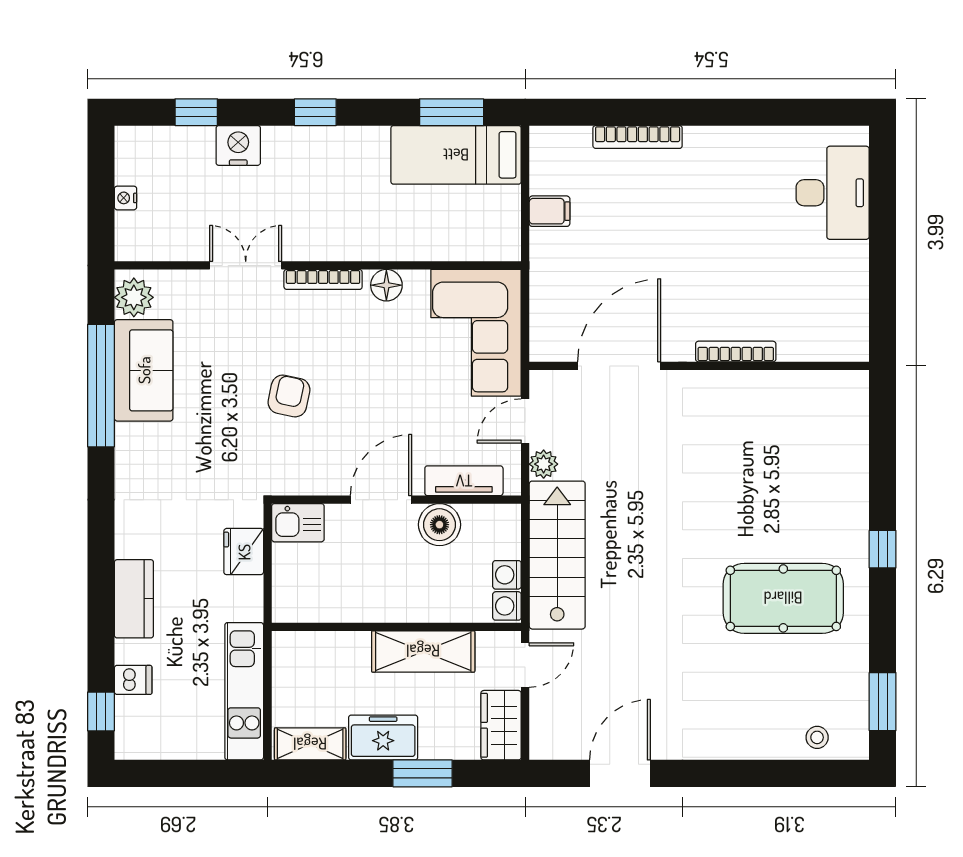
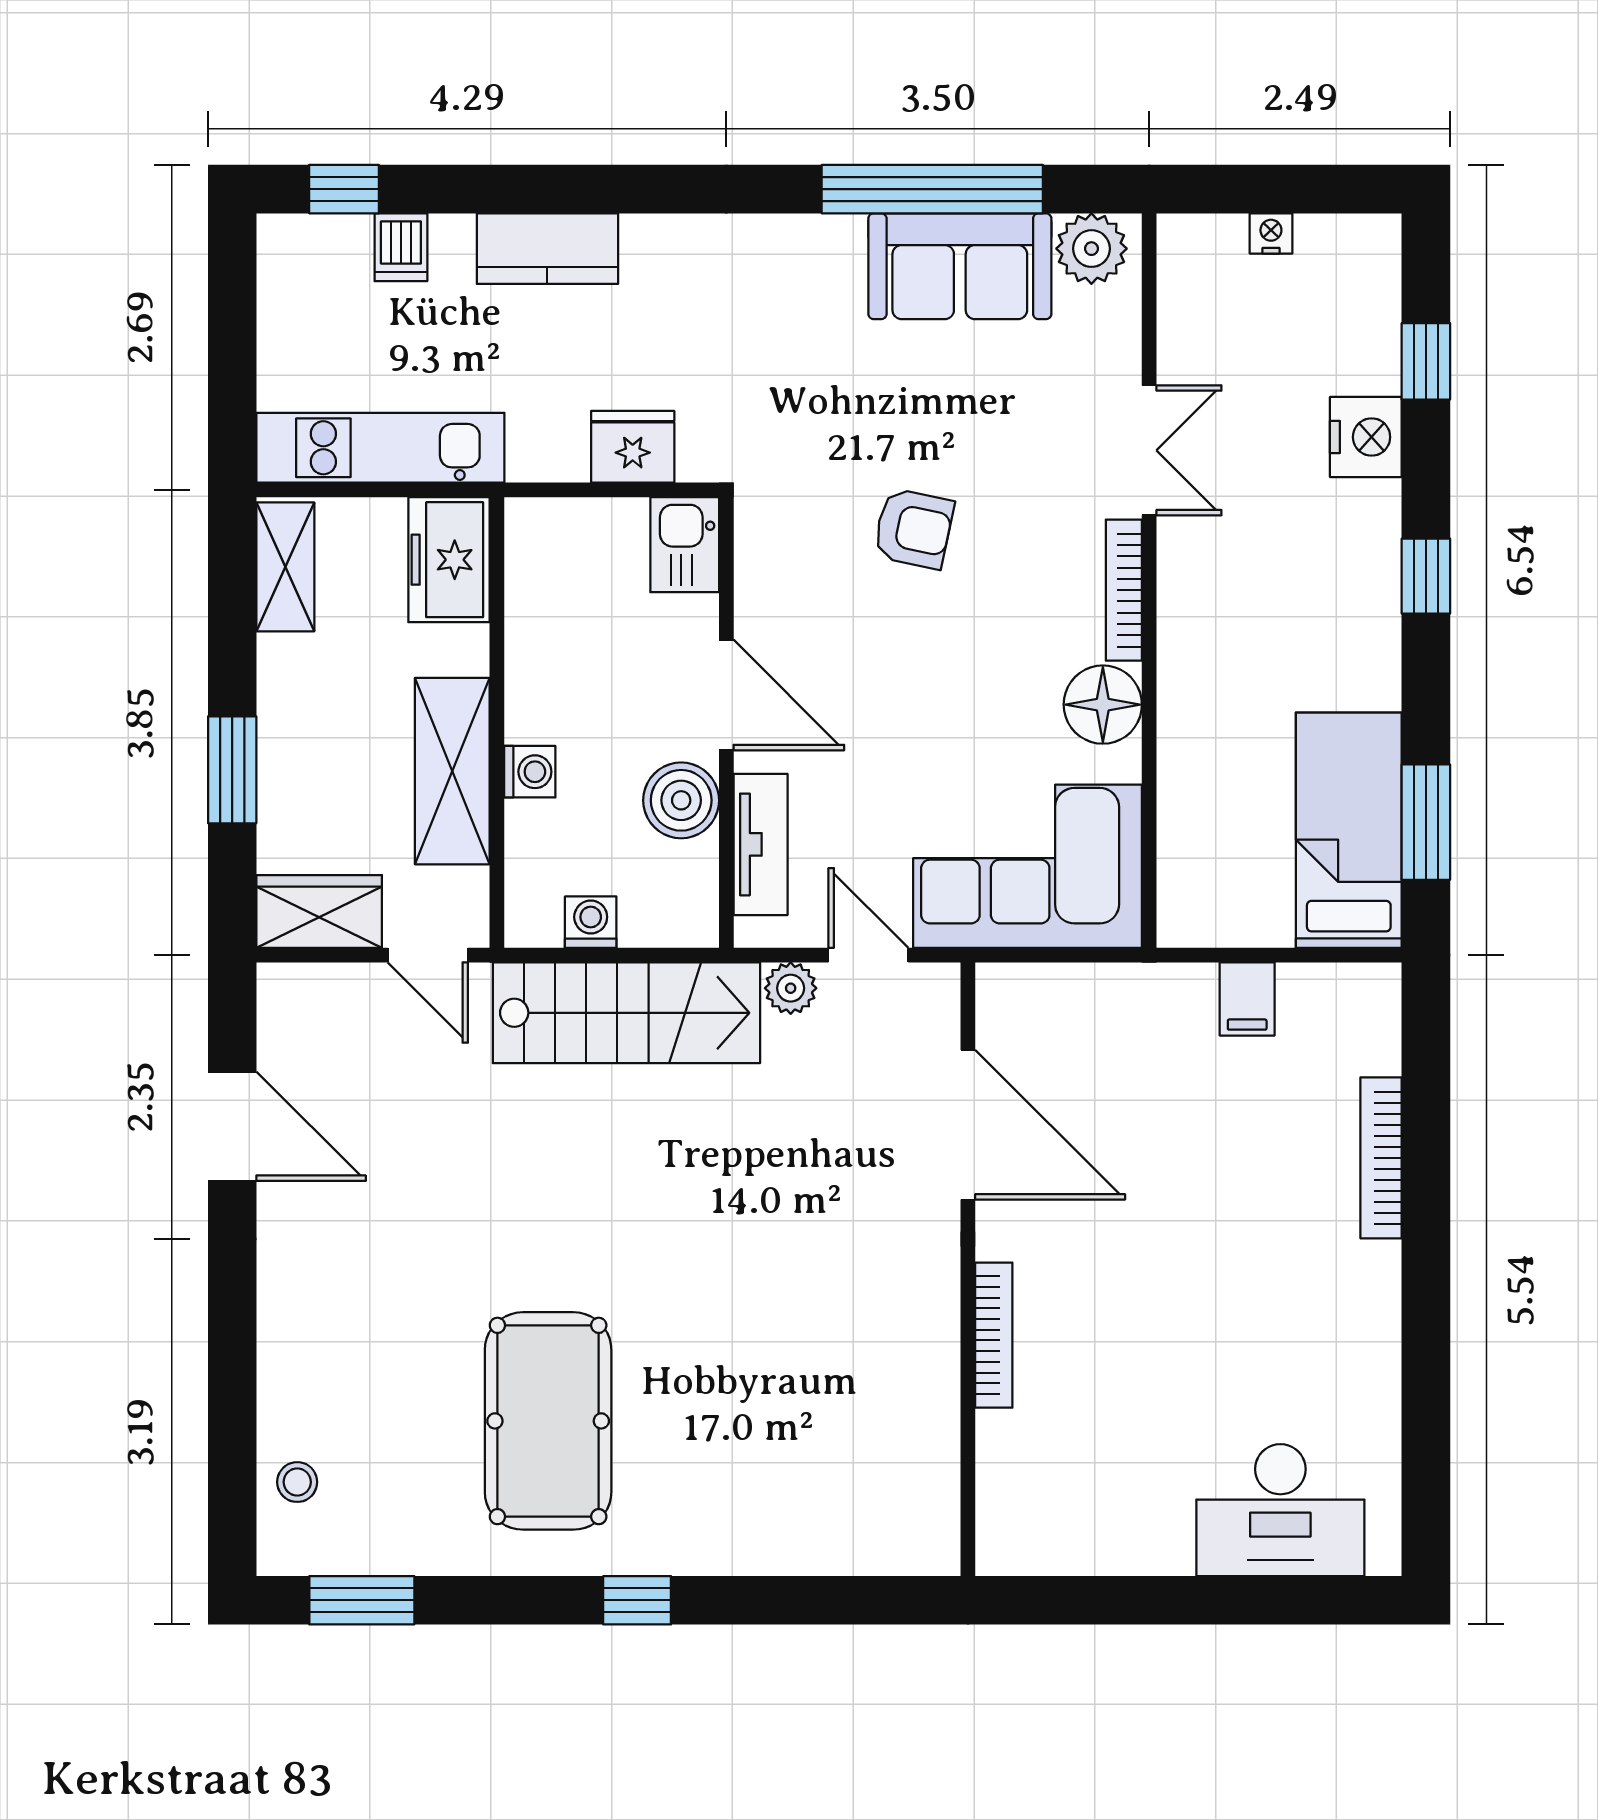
floor lamp: (386, 285) -> (1103, 705), width x1.38, depth x1.38
washing machine: (507, 606) -> (530, 772), moved, turned 90
freezer: (383, 738) -> (449, 560), moved, turned 180

